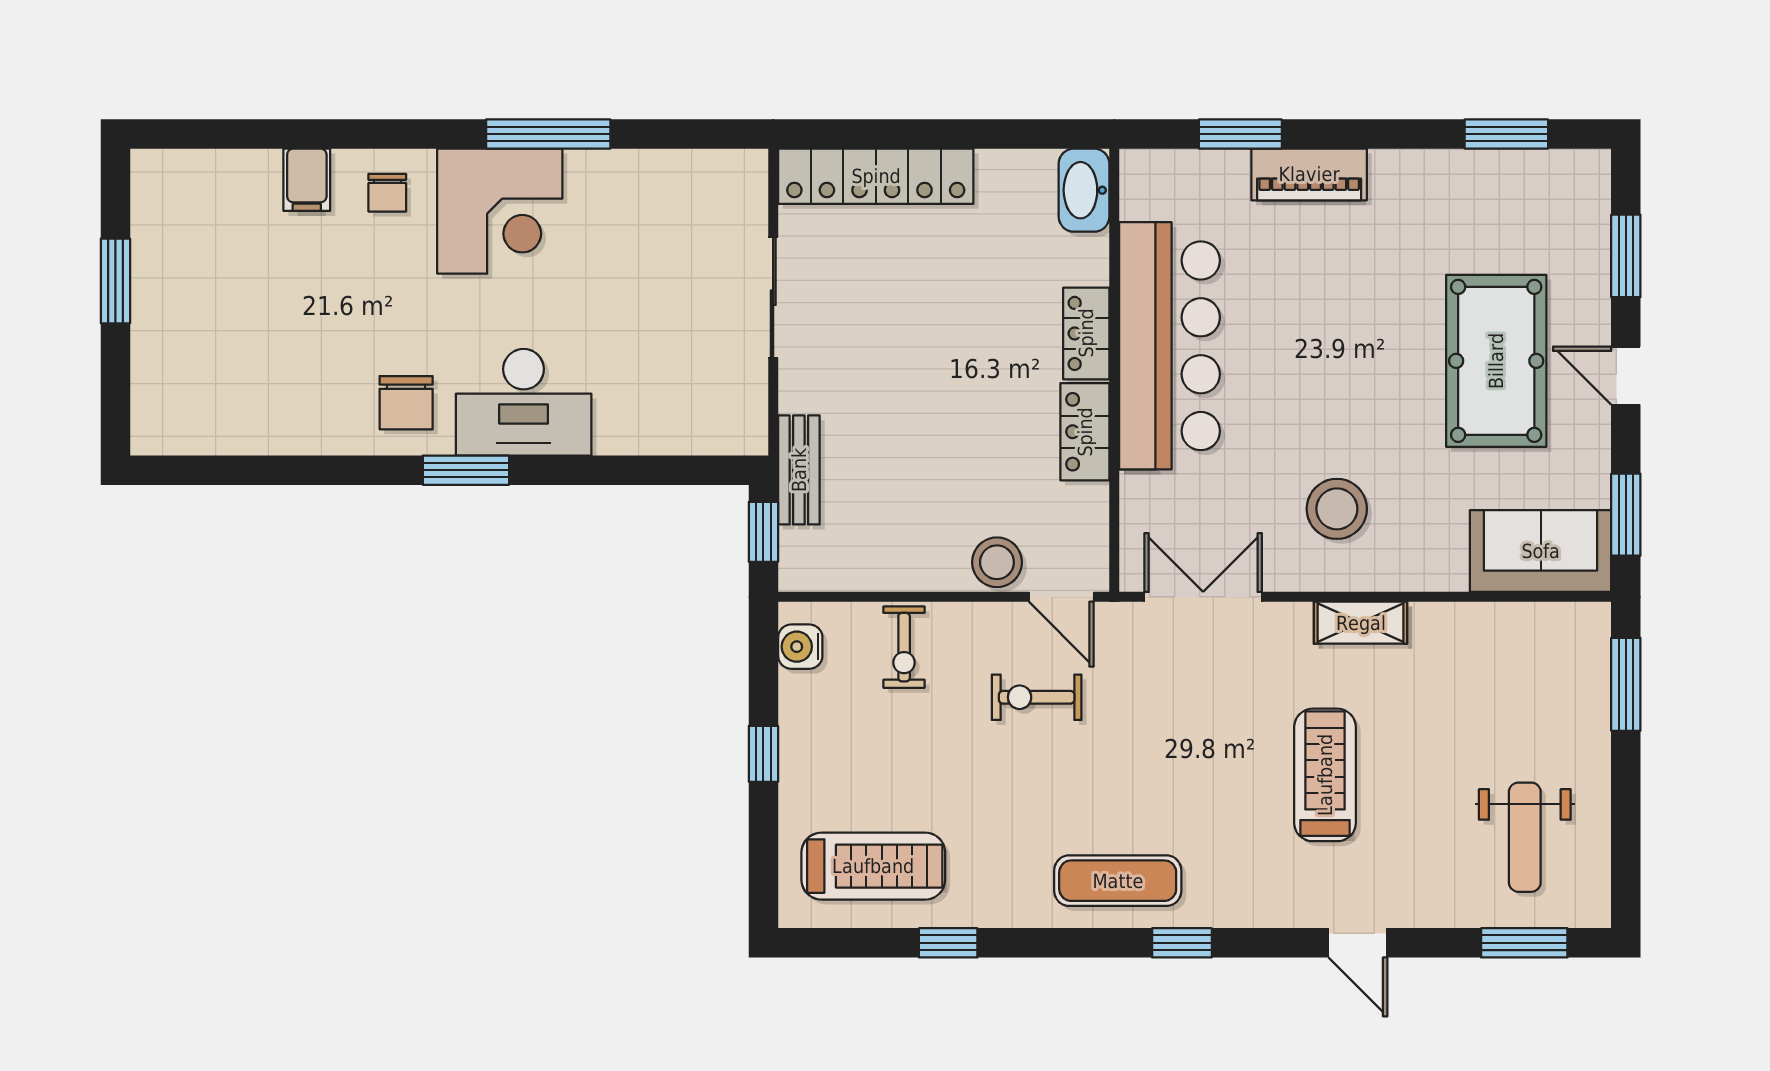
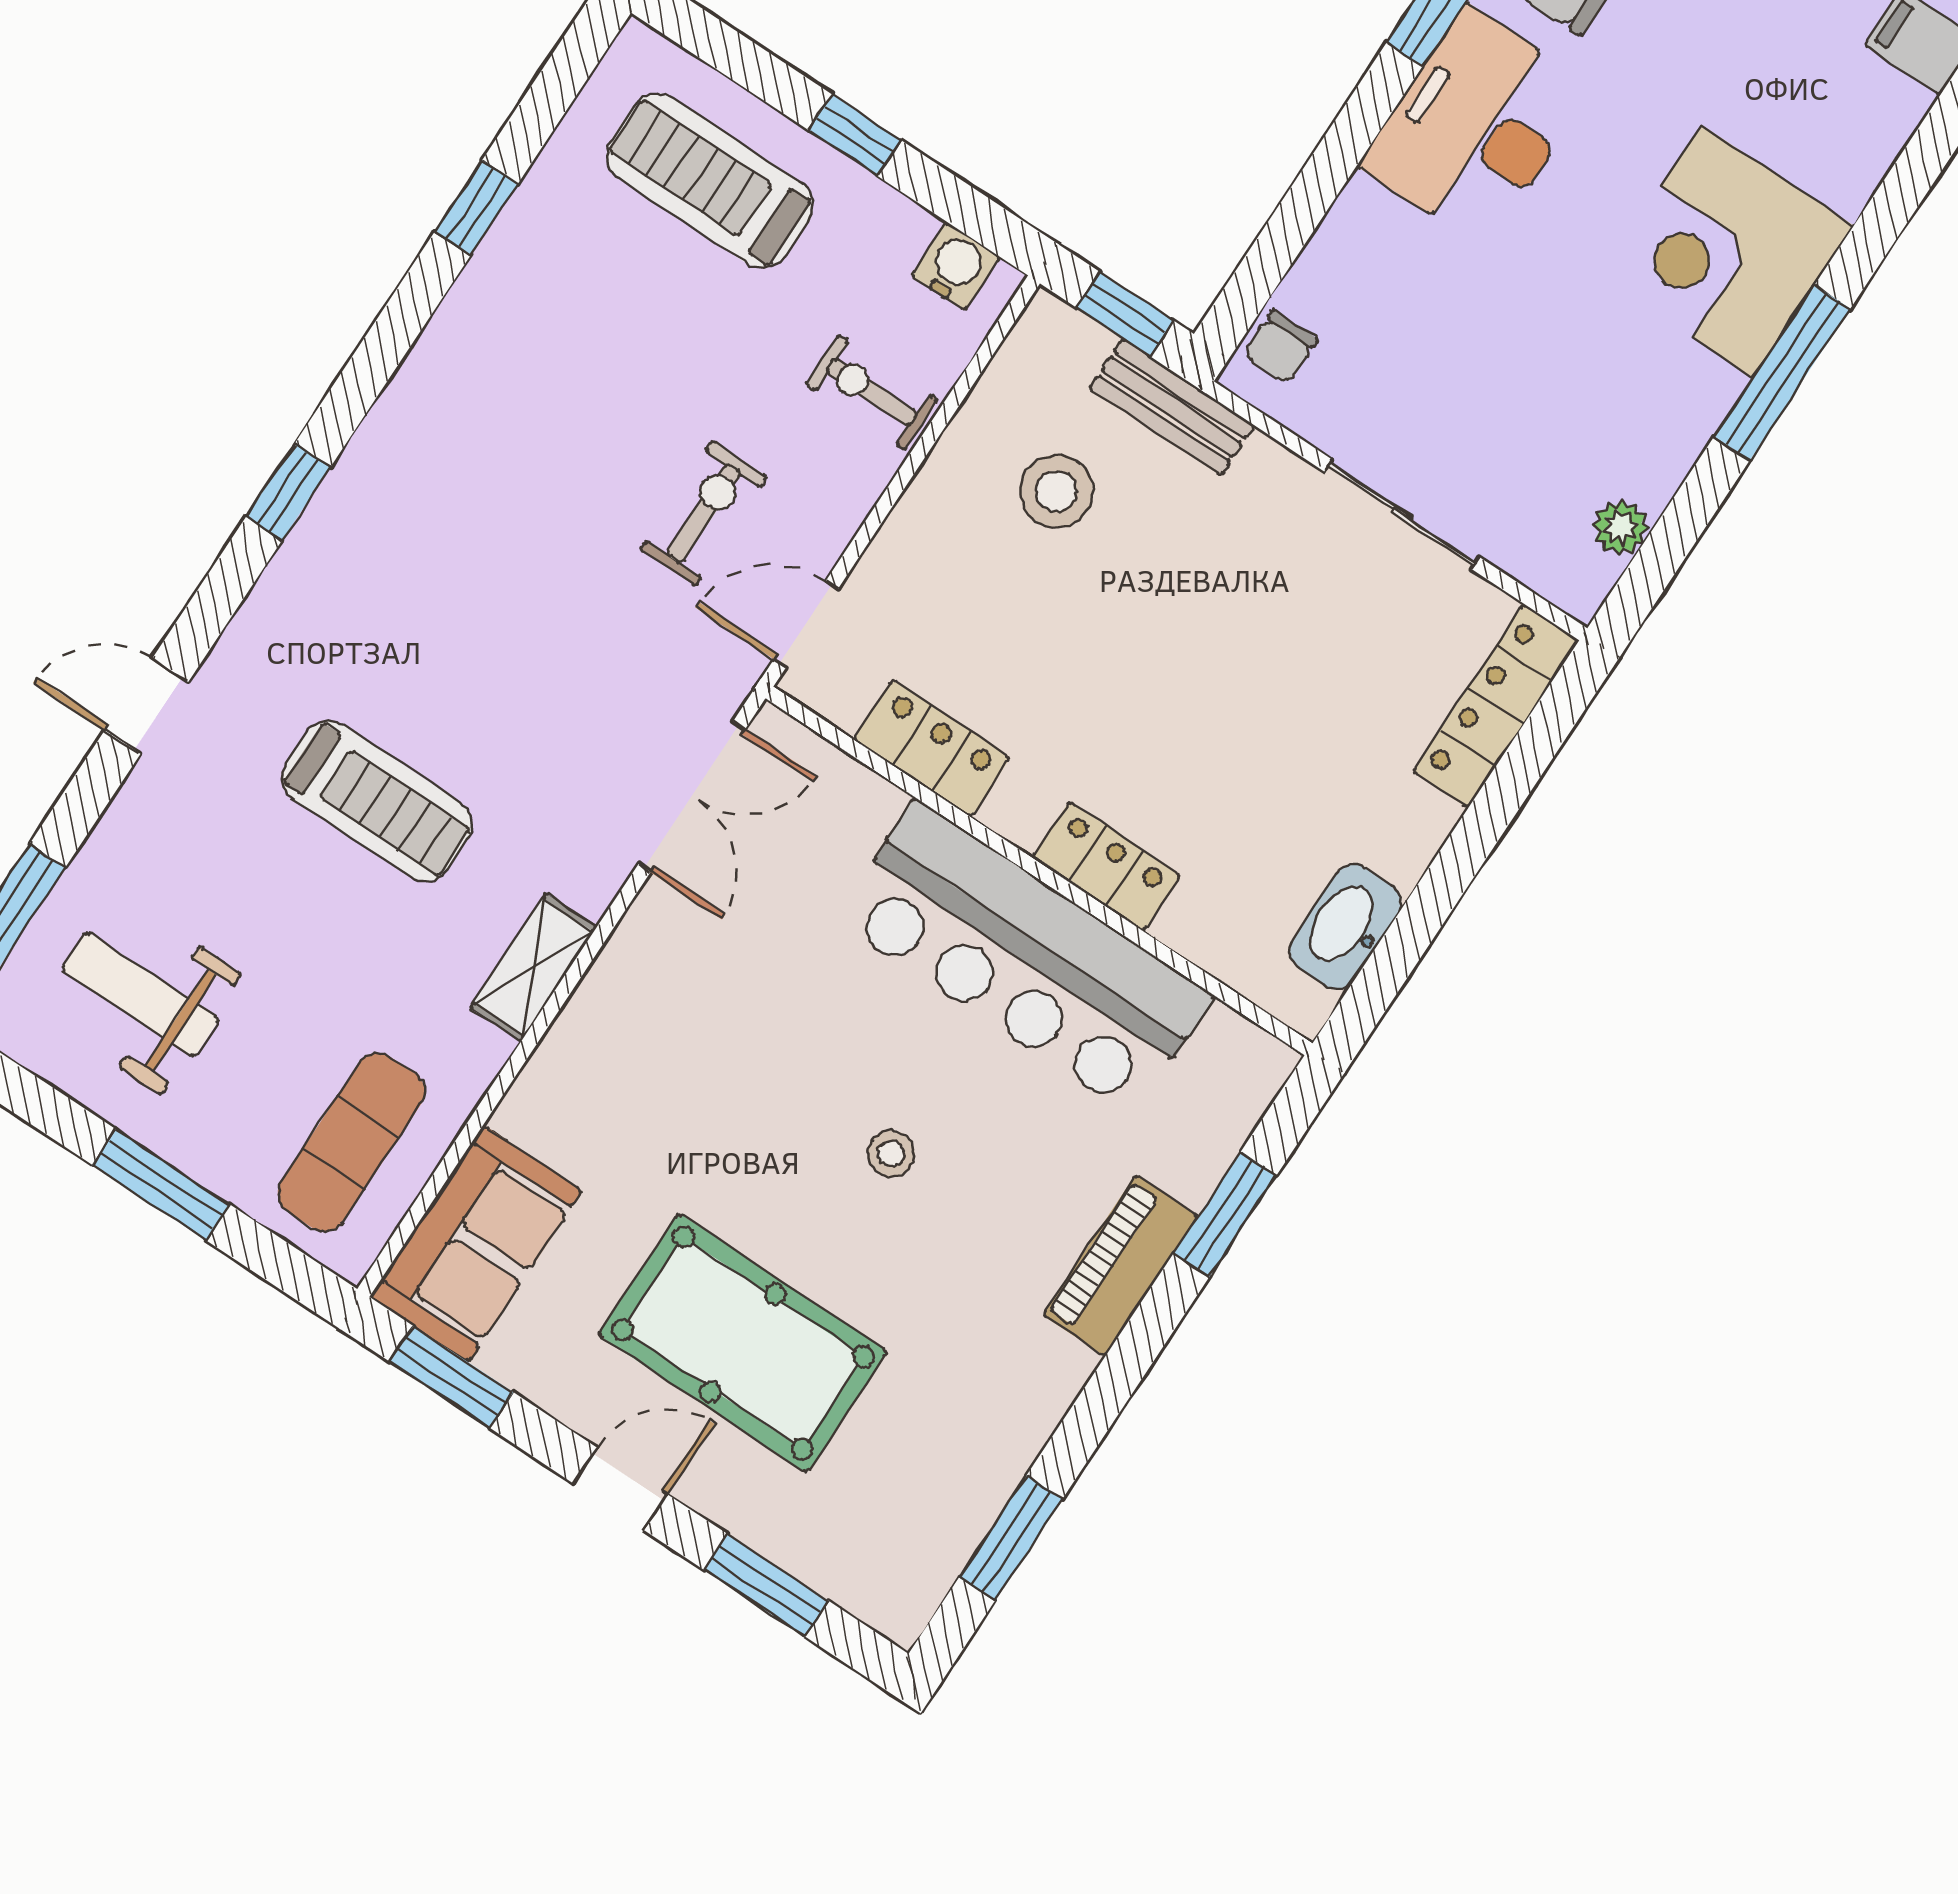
plant: (698, 168) -> (1620, 527), added
locker: (876, 176) -> (1496, 706), width x0.71, depth x0.83
washbasin: (1084, 190) -> (1345, 927), moved, turned -90
chair: (387, 193) -> (1280, 347), moved, turned -90
locker: (1085, 432) -> (932, 748), moved
stool: (1337, 509) -> (891, 1154), moved, width x0.53, depth x0.53
stool: (997, 562) -> (1056, 491), moved
window: (1626, 684) -> (161, 1185), moved
treadmill: (873, 866) -> (710, 181), moved, turned 90
exercise mat: (1118, 881) -> (351, 1142), moved

